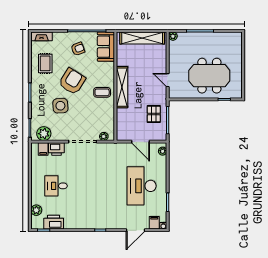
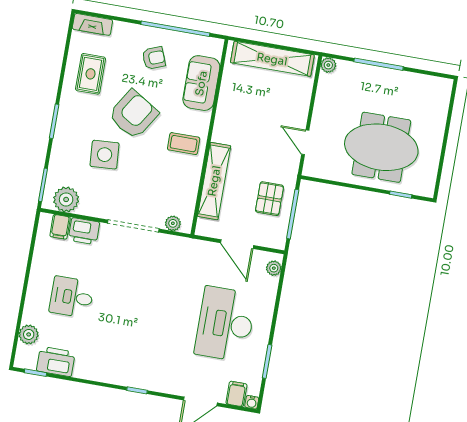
sofa: (106, 47) -> (201, 83), moved
shelving: (122, 87) -> (214, 181), moved

